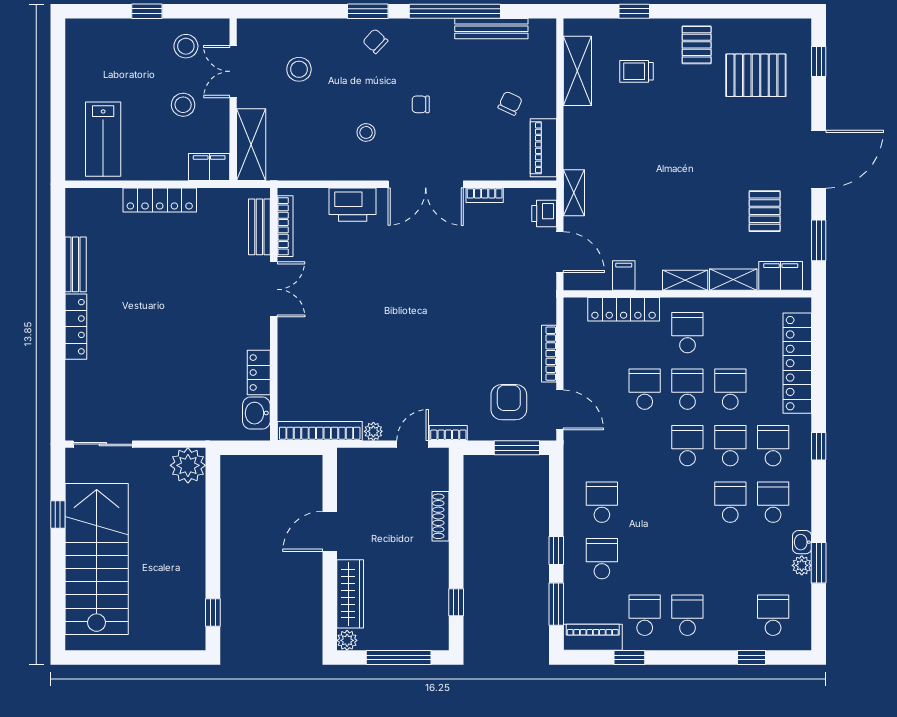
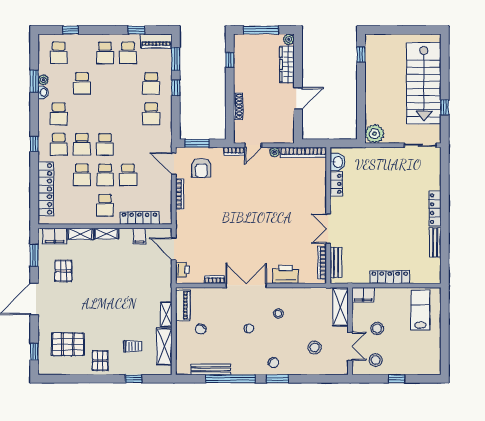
shelving: (574, 193) -> (166, 314), moved
school desk: (730, 502) -> (82, 83), moved

